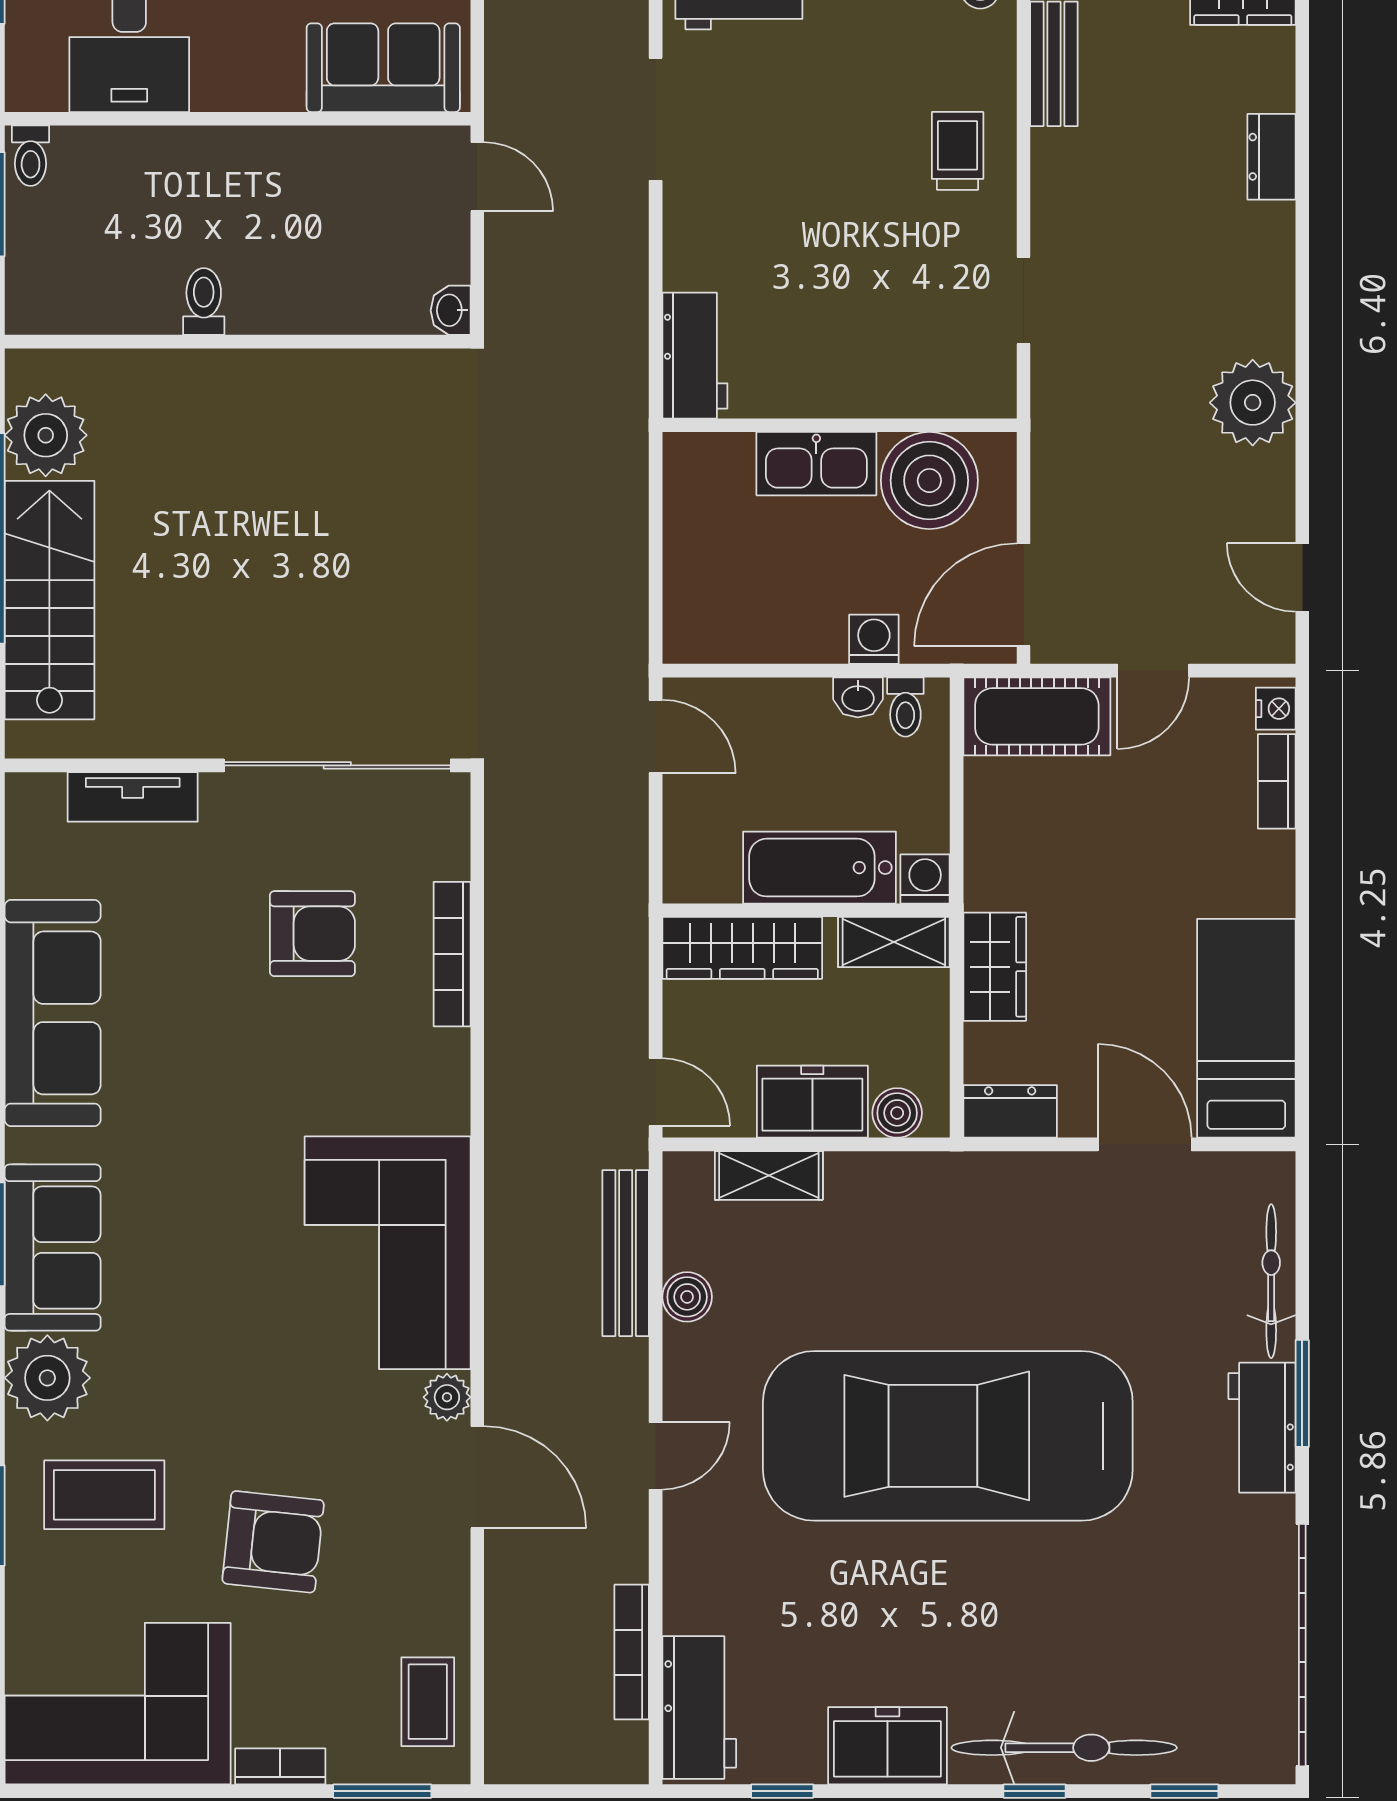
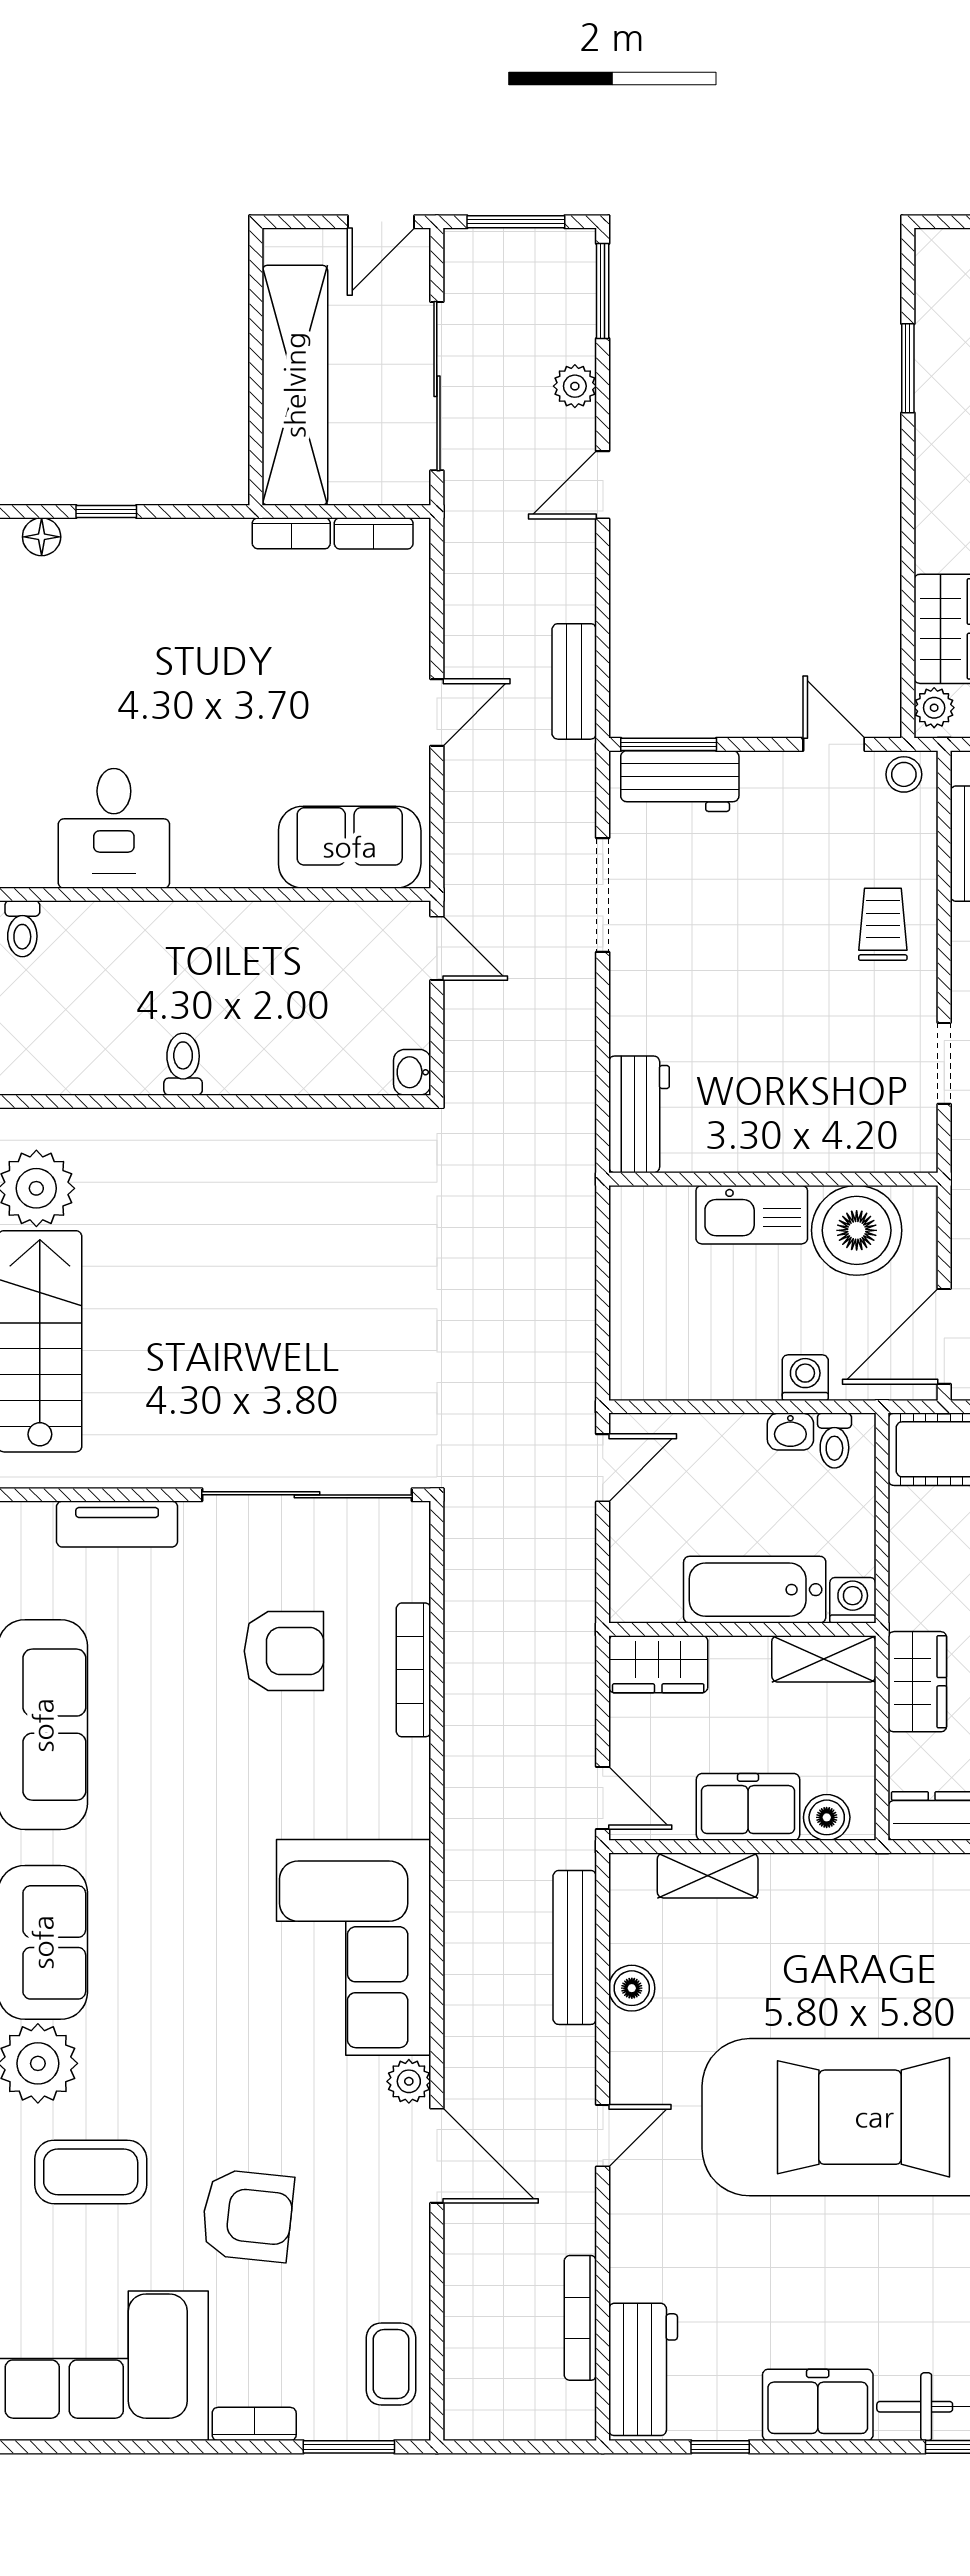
door: (656, 736) -> (603, 1468), hinge flipped
wardrobe: (742, 948) -> (658, 1664), width x0.67

